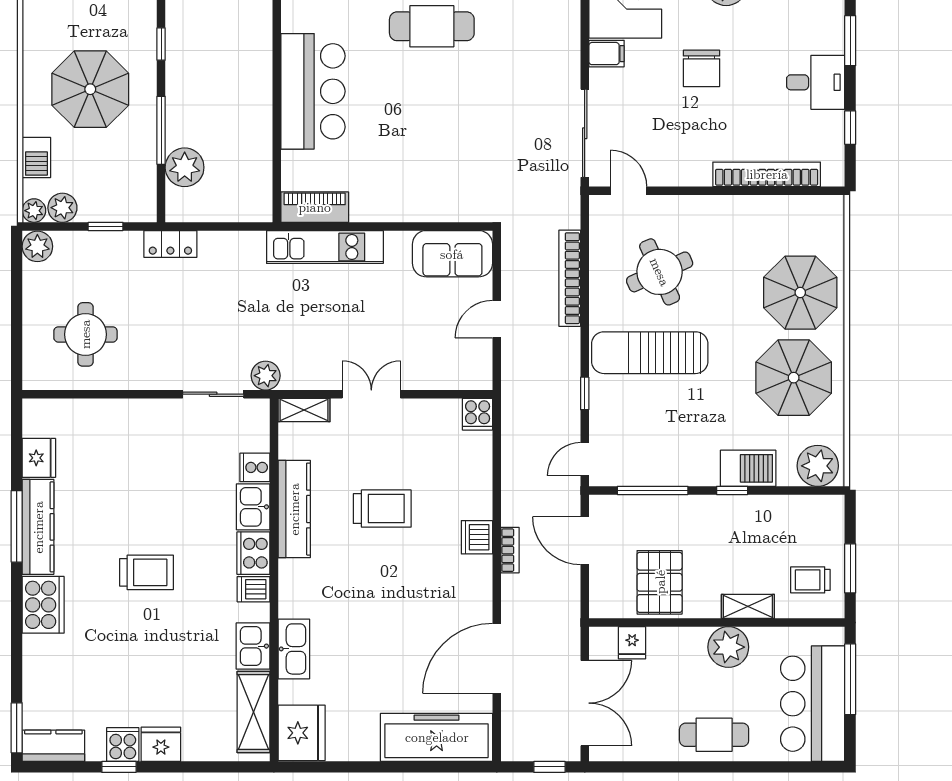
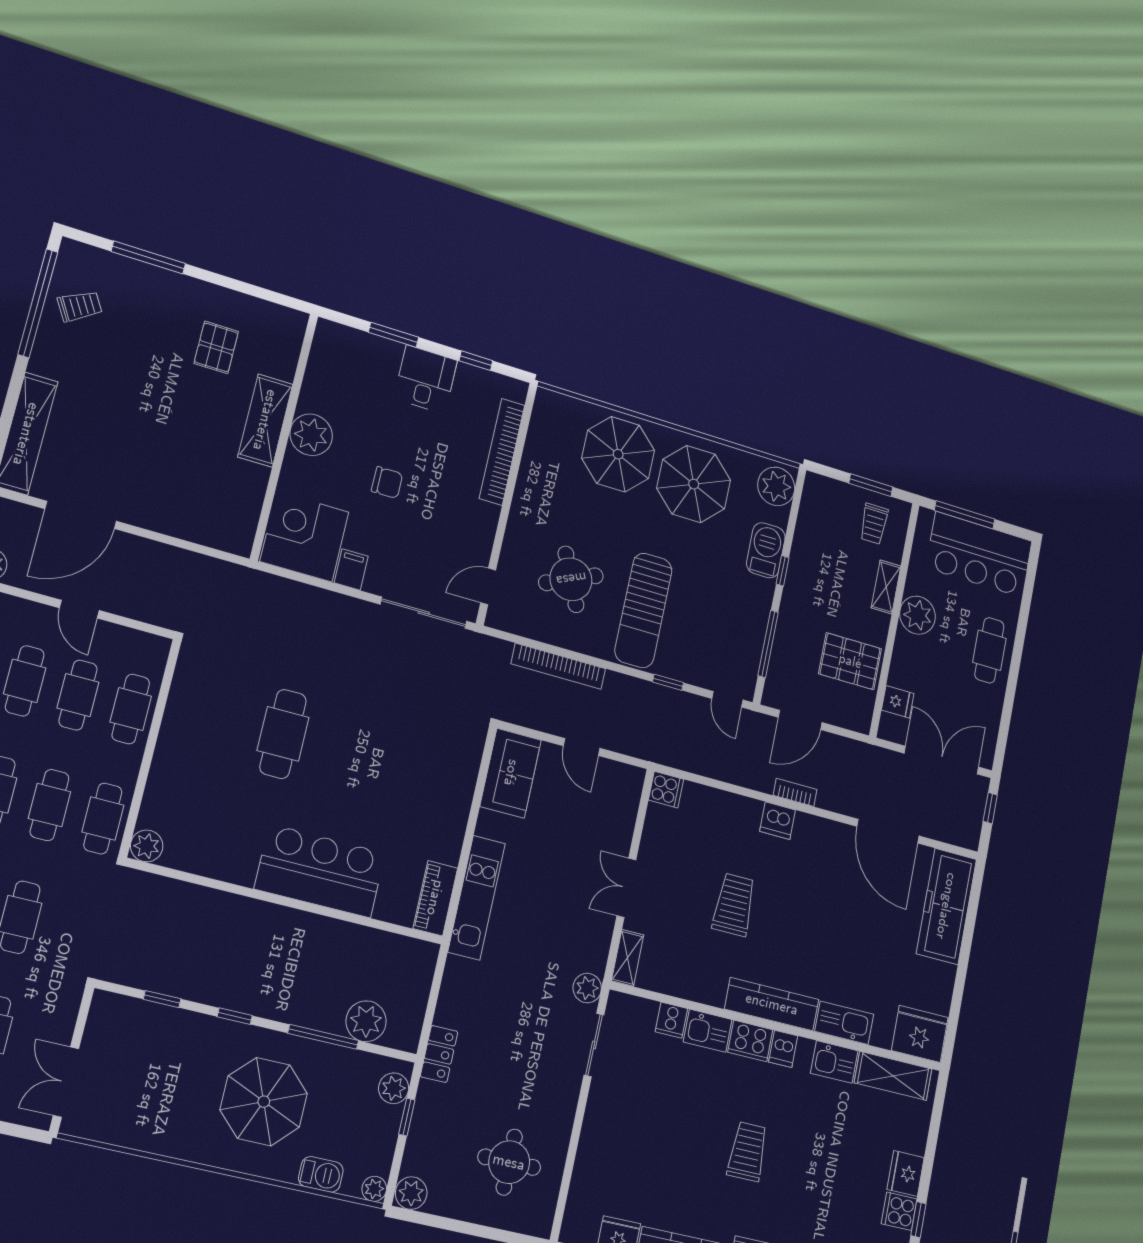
chair: (702, 68) -> (387, 483), width x0.73, depth x0.73
plant: (62, 208) -> (394, 1088), moved
kitchen counter: (294, 509) -> (772, 1004), moved

